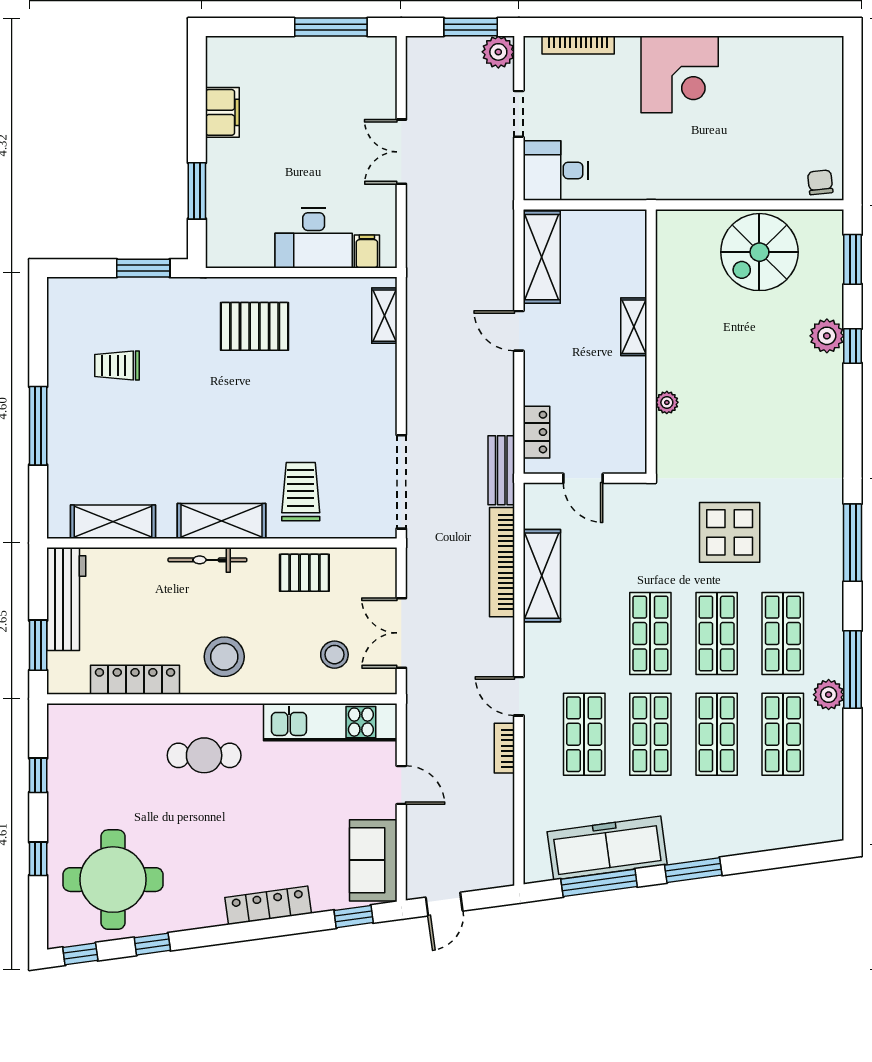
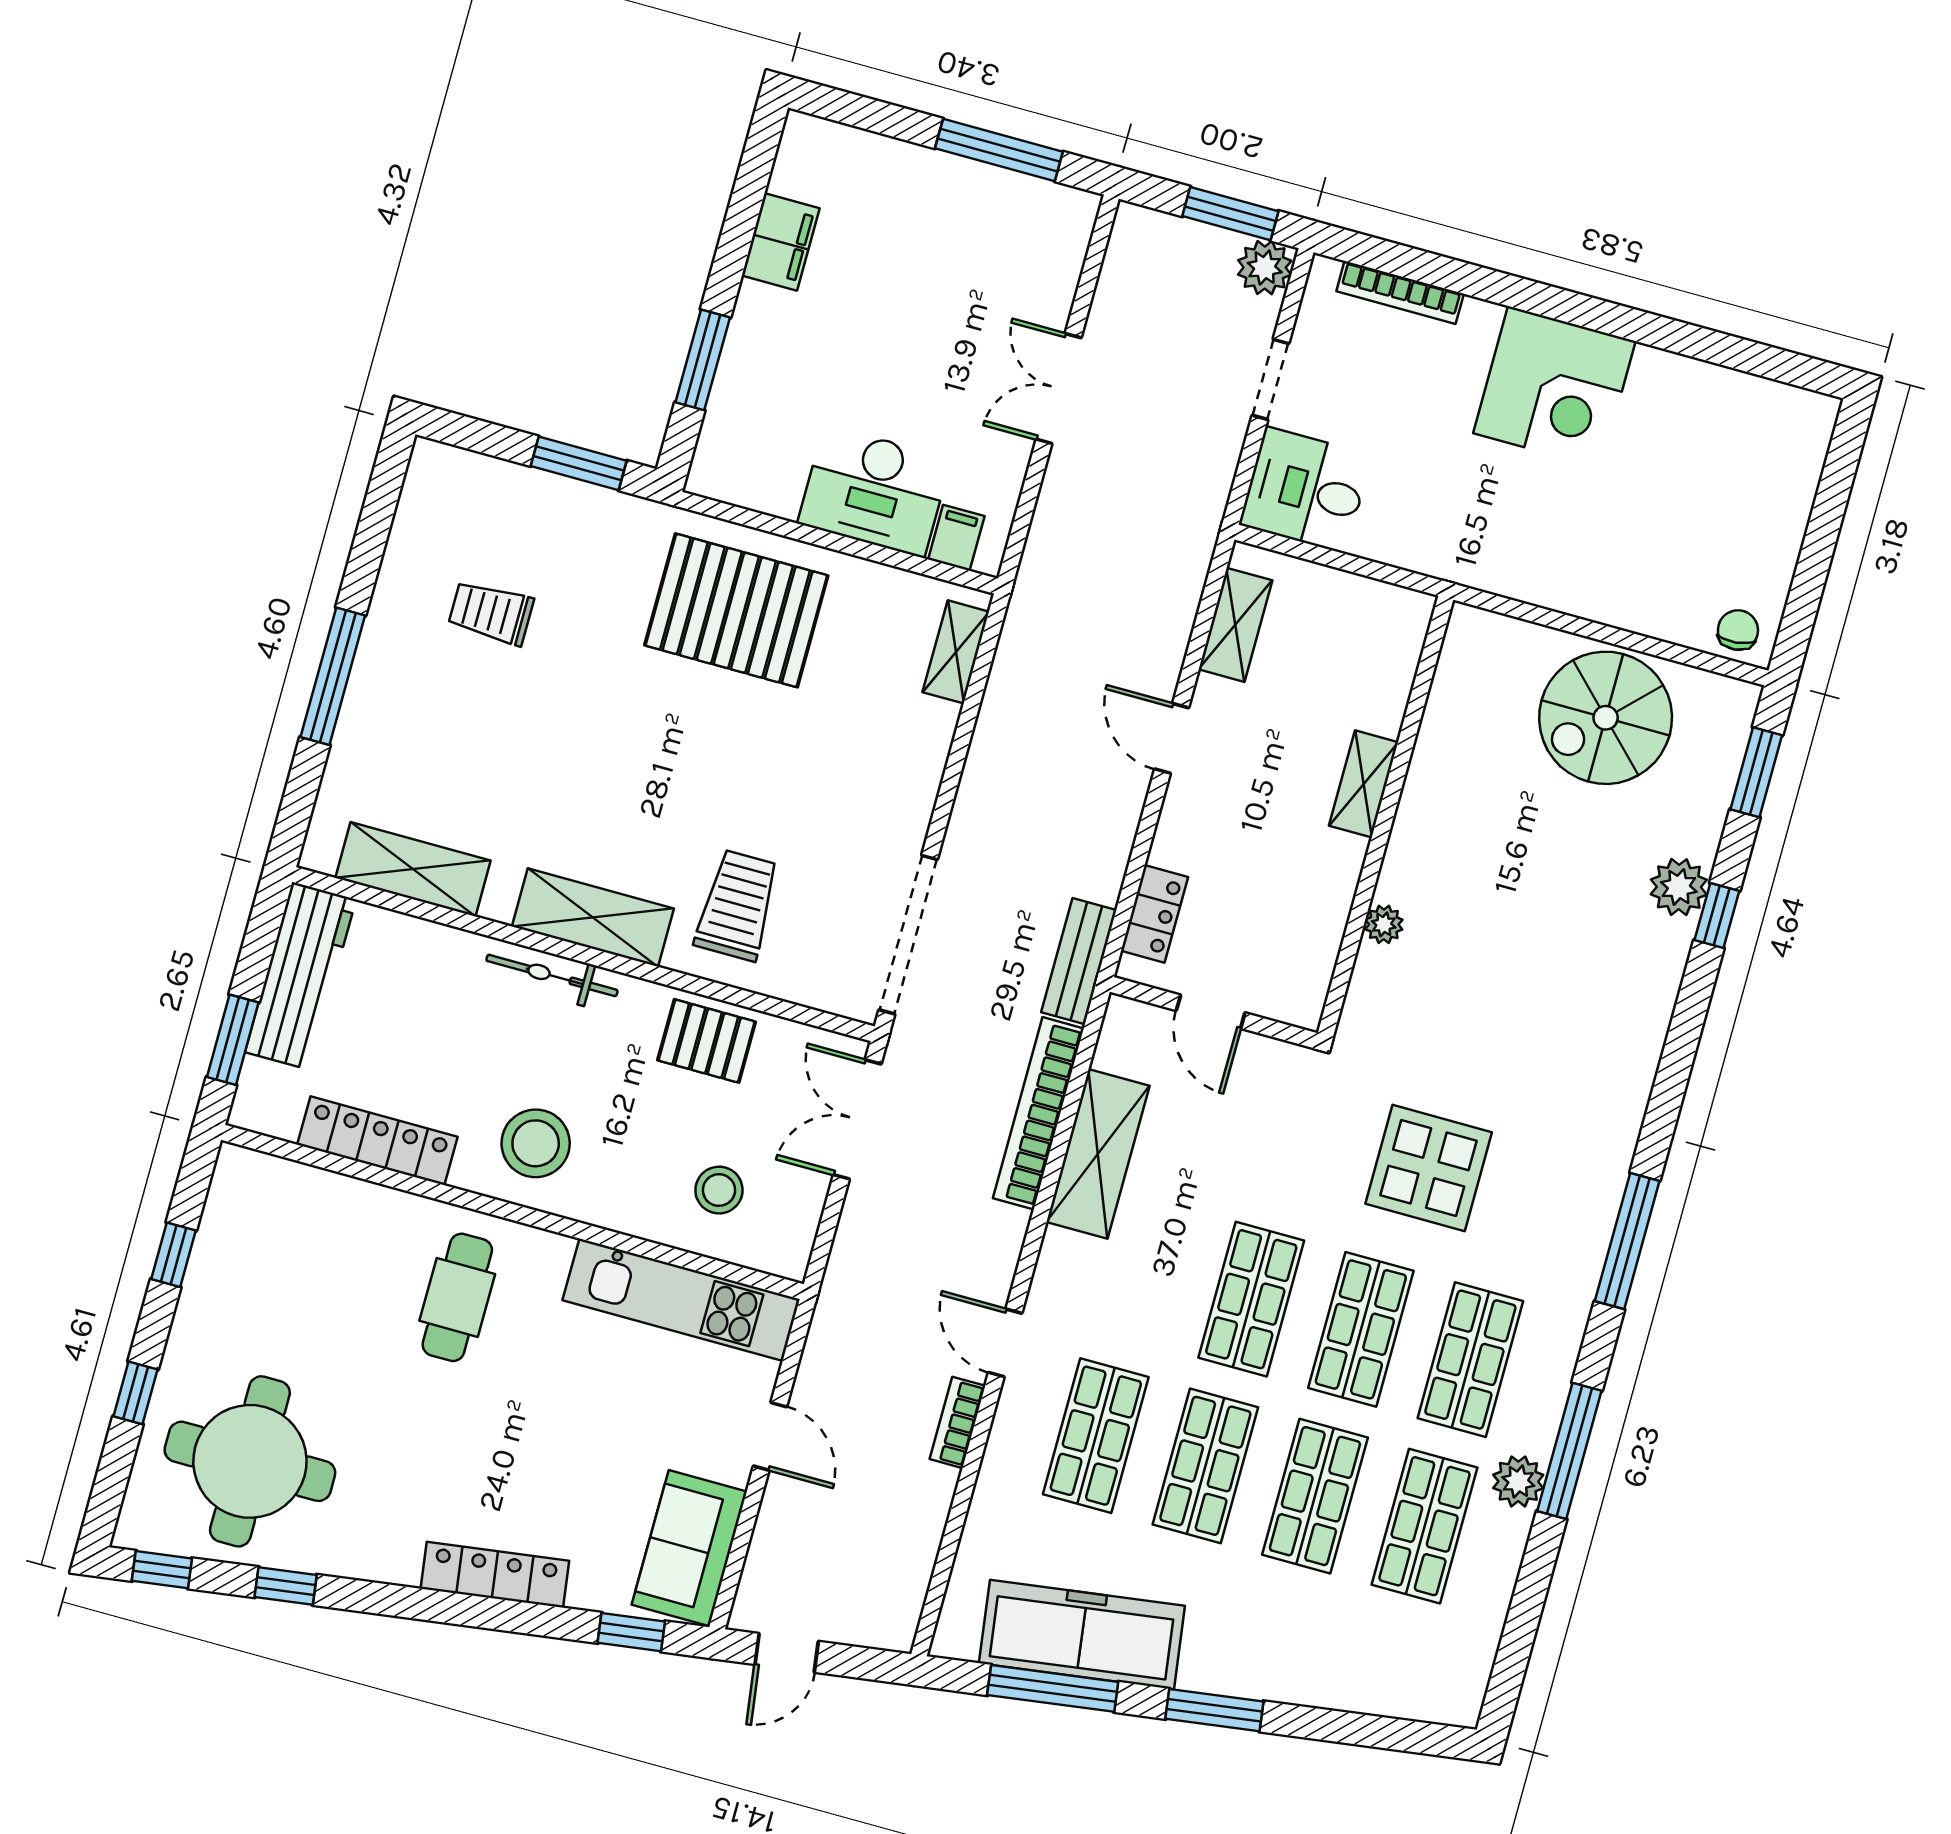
shelving: (542, 257) -> (1235, 625), width x0.67, depth x0.75
pallet: (255, 326) -> (736, 610), width x1.37, depth x1.41
double door: (401, 633) -> (857, 1119), moved
cafe table: (204, 755) -> (457, 1297), turned 90

